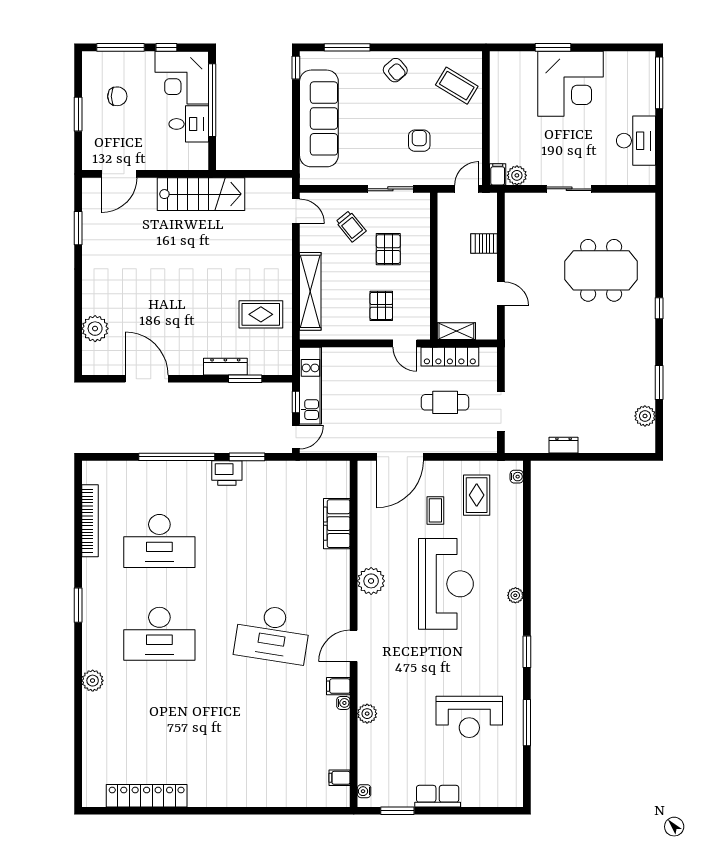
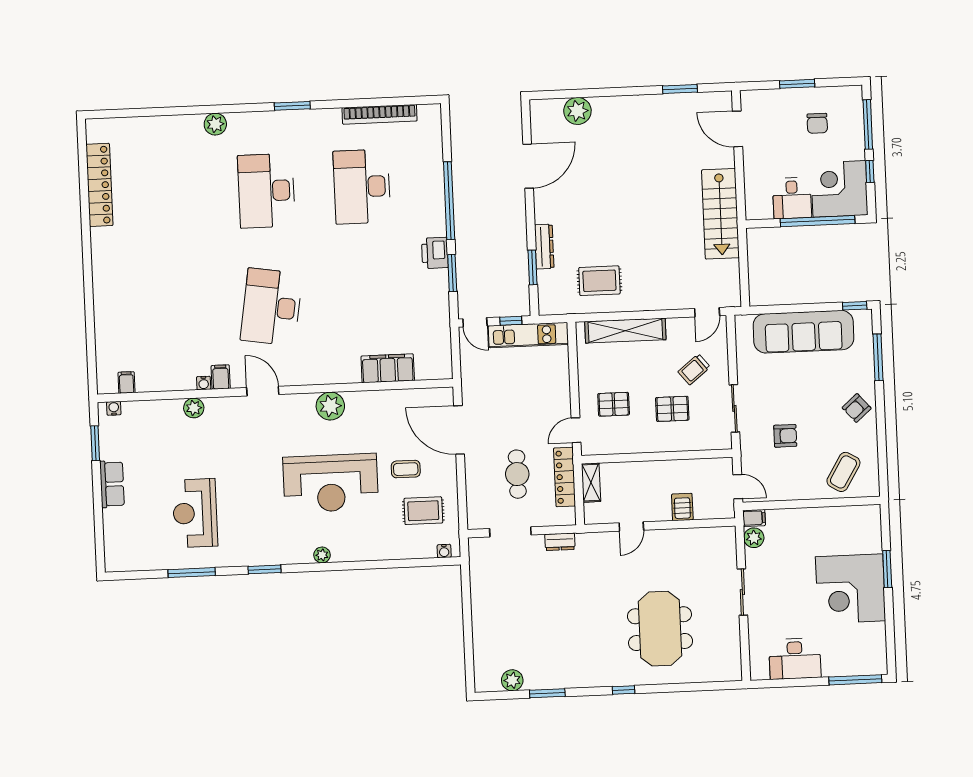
rug: (261, 314) -> (599, 281), turned 90
dresser: (564, 445) -> (560, 542), moved, turned 90

